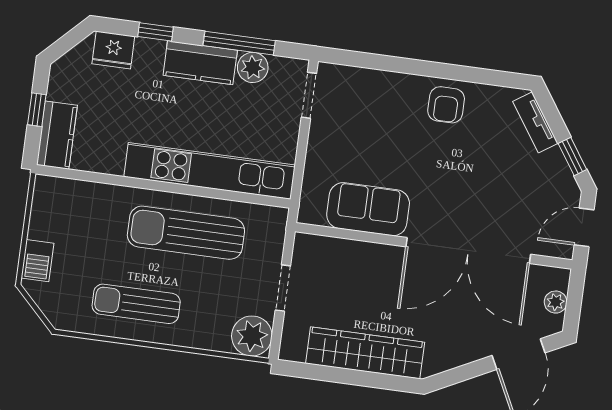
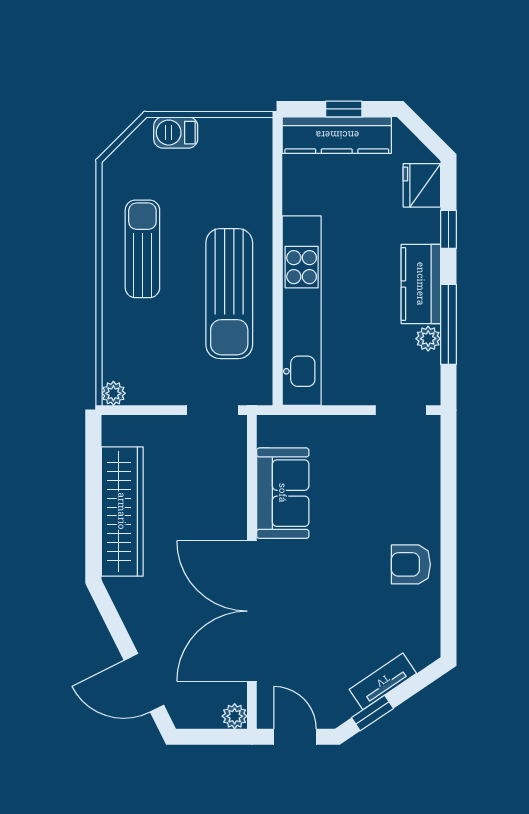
plant: (253, 67) -> (428, 339), width x0.73, depth x0.73
tv unit: (535, 122) -> (383, 681), moved
kitchen counter: (57, 135) -> (337, 135), width x1.50
sun lounger: (186, 233) -> (229, 294), turned 180
doorway: (283, 288) -> (212, 410), moved
plant: (556, 302) -> (235, 716), moved
plant: (252, 336) -> (113, 393), width x0.53, depth x0.53

